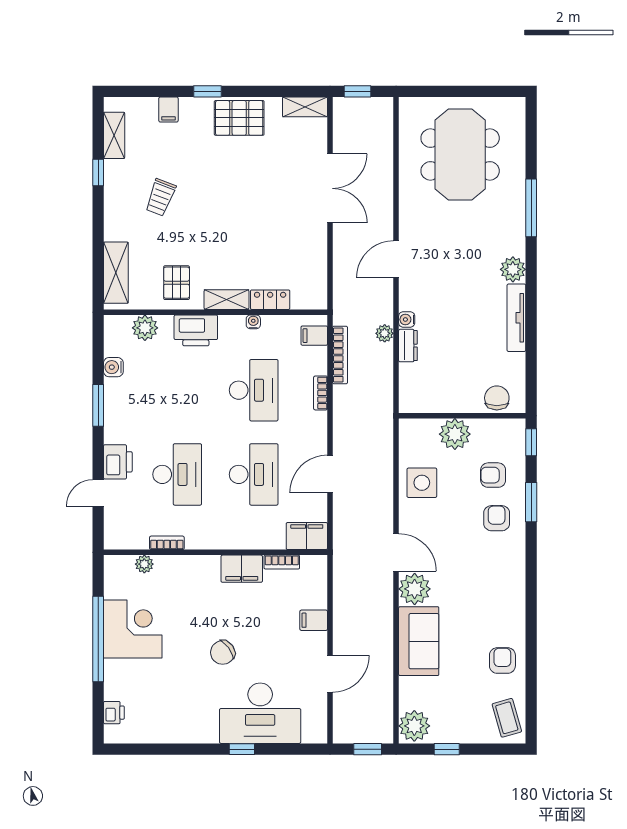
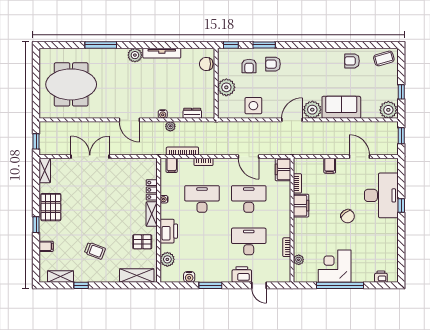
dresser: (408, 346) -> (192, 113), moved

